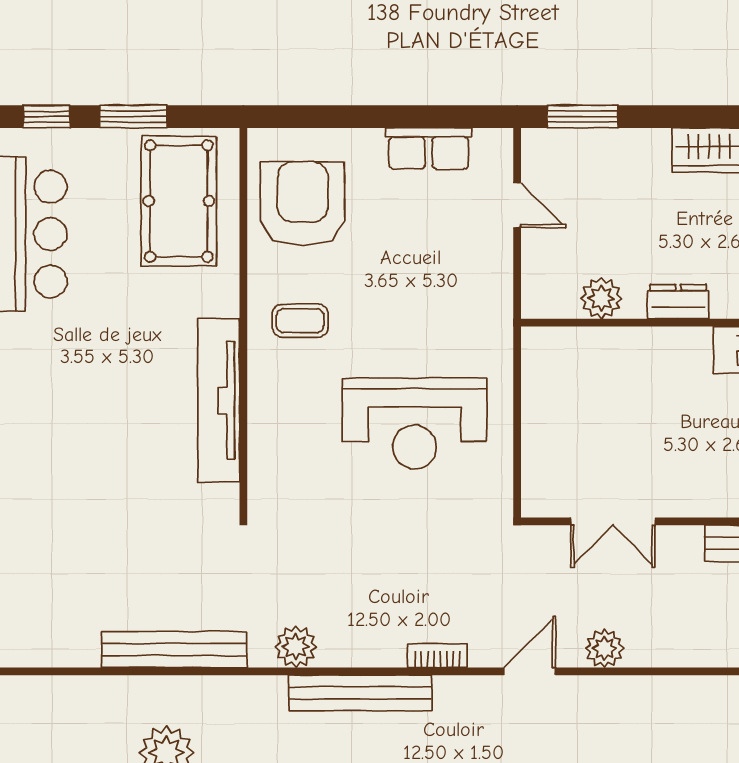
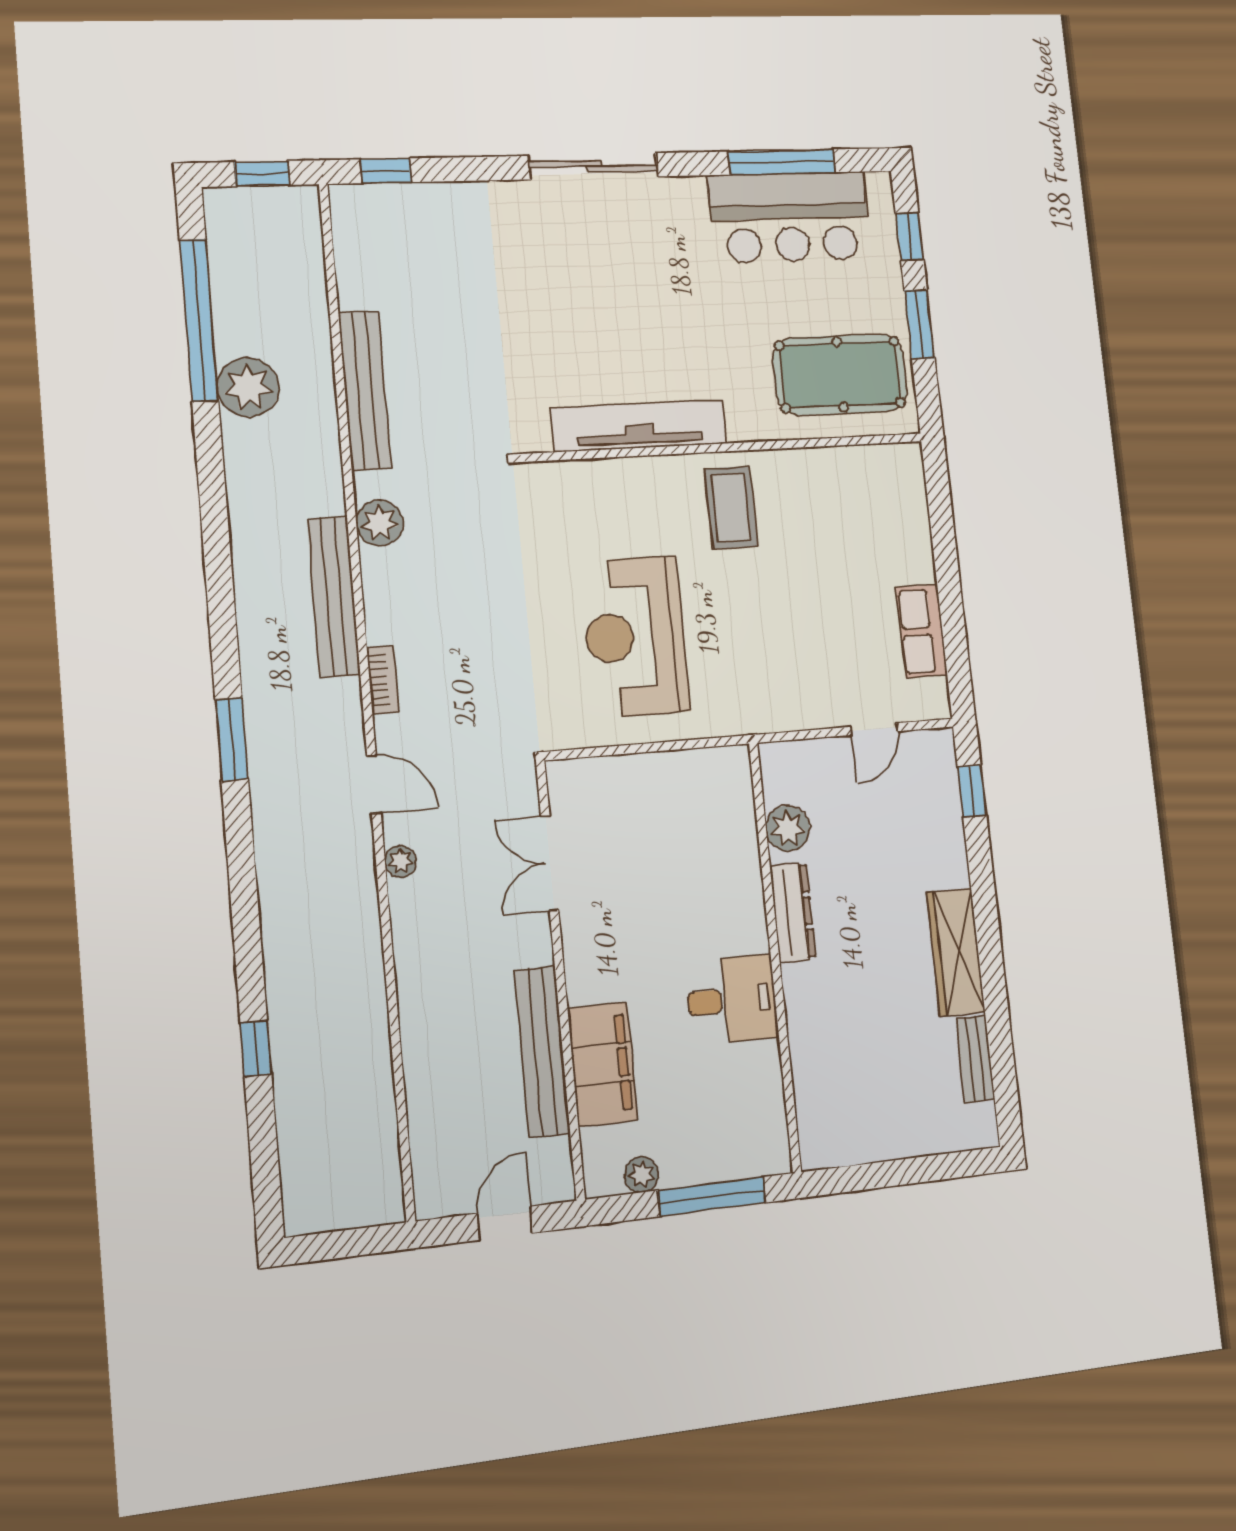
window: (583, 117) -> (972, 791), width x0.67
armchair: (303, 204) -> (851, 503), removed
dresser: (678, 302) -> (793, 912), width x1.44
coffee table: (300, 321) -> (731, 507), width x1.36, depth x1.30
plant: (605, 648) -> (401, 861), width x0.73, depth x0.73

